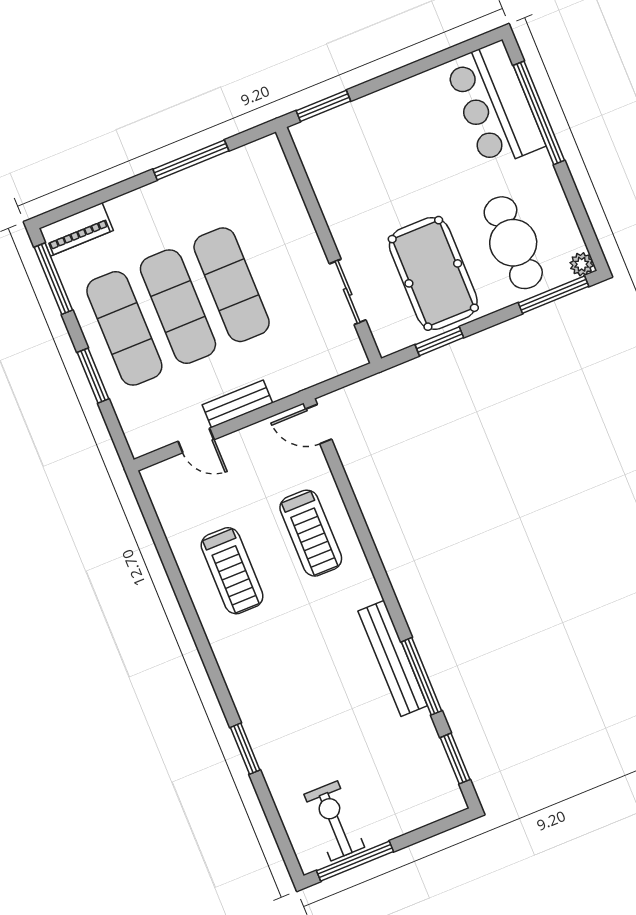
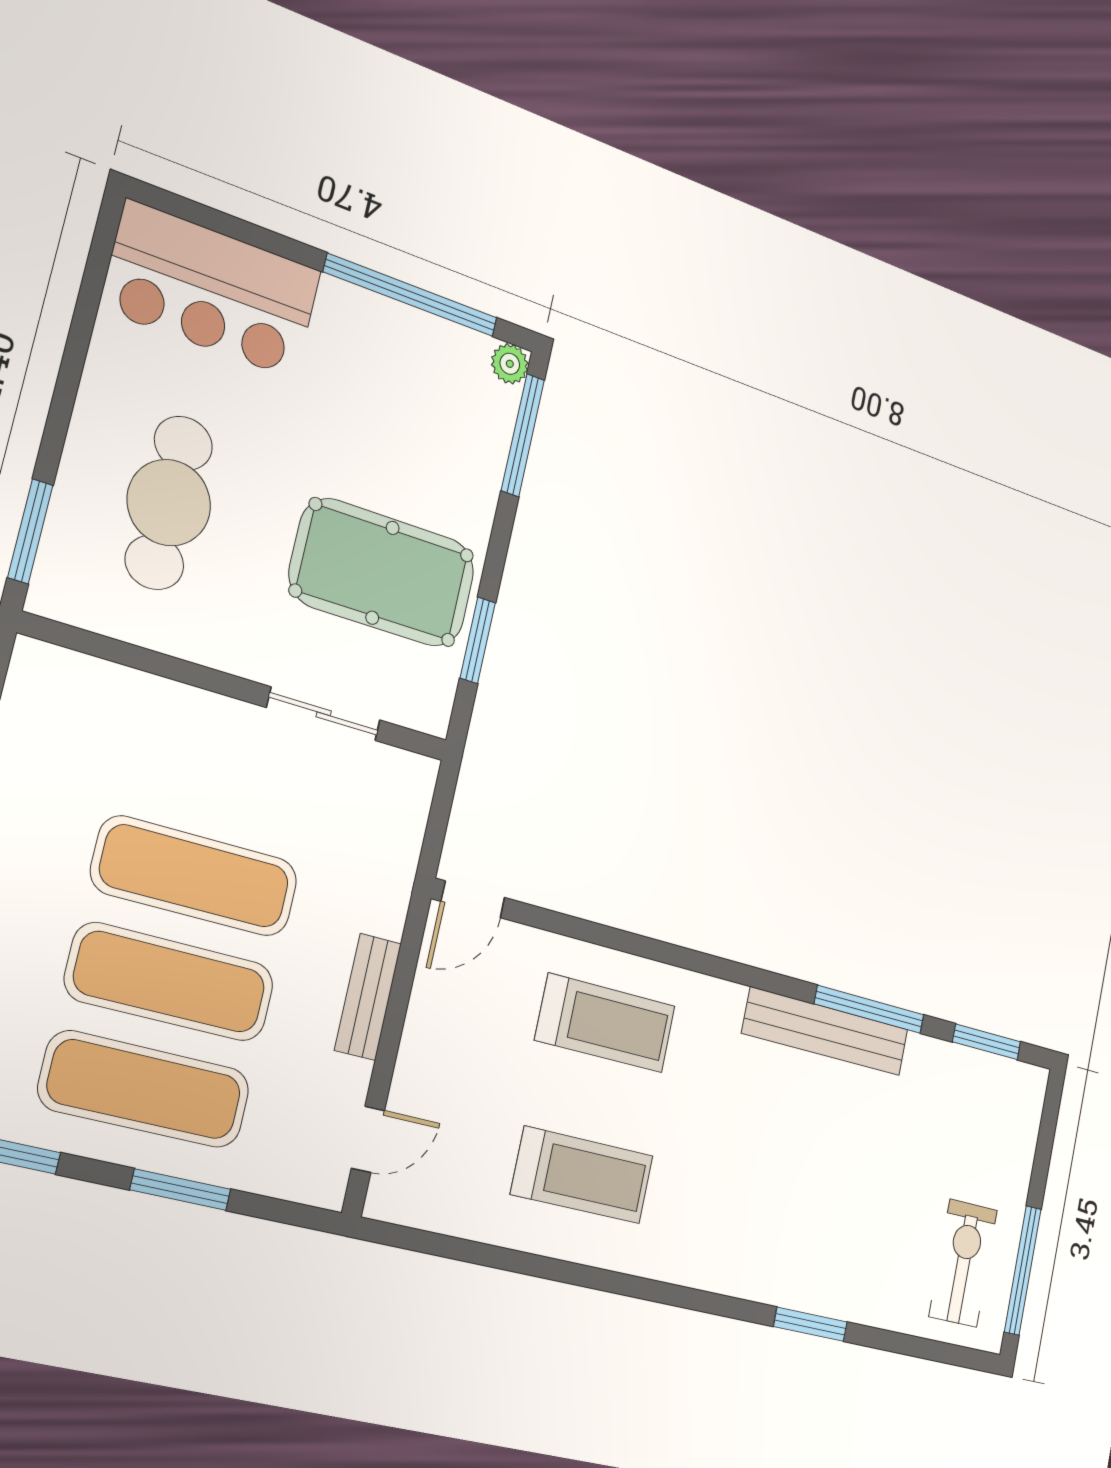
window: (539, 113) -> (411, 295), moved
cafe table: (513, 243) -> (169, 503), moved, turned 90
door: (196, 441) -> (368, 1139), moved
exercise bike: (334, 821) -> (963, 1263), turned 90

